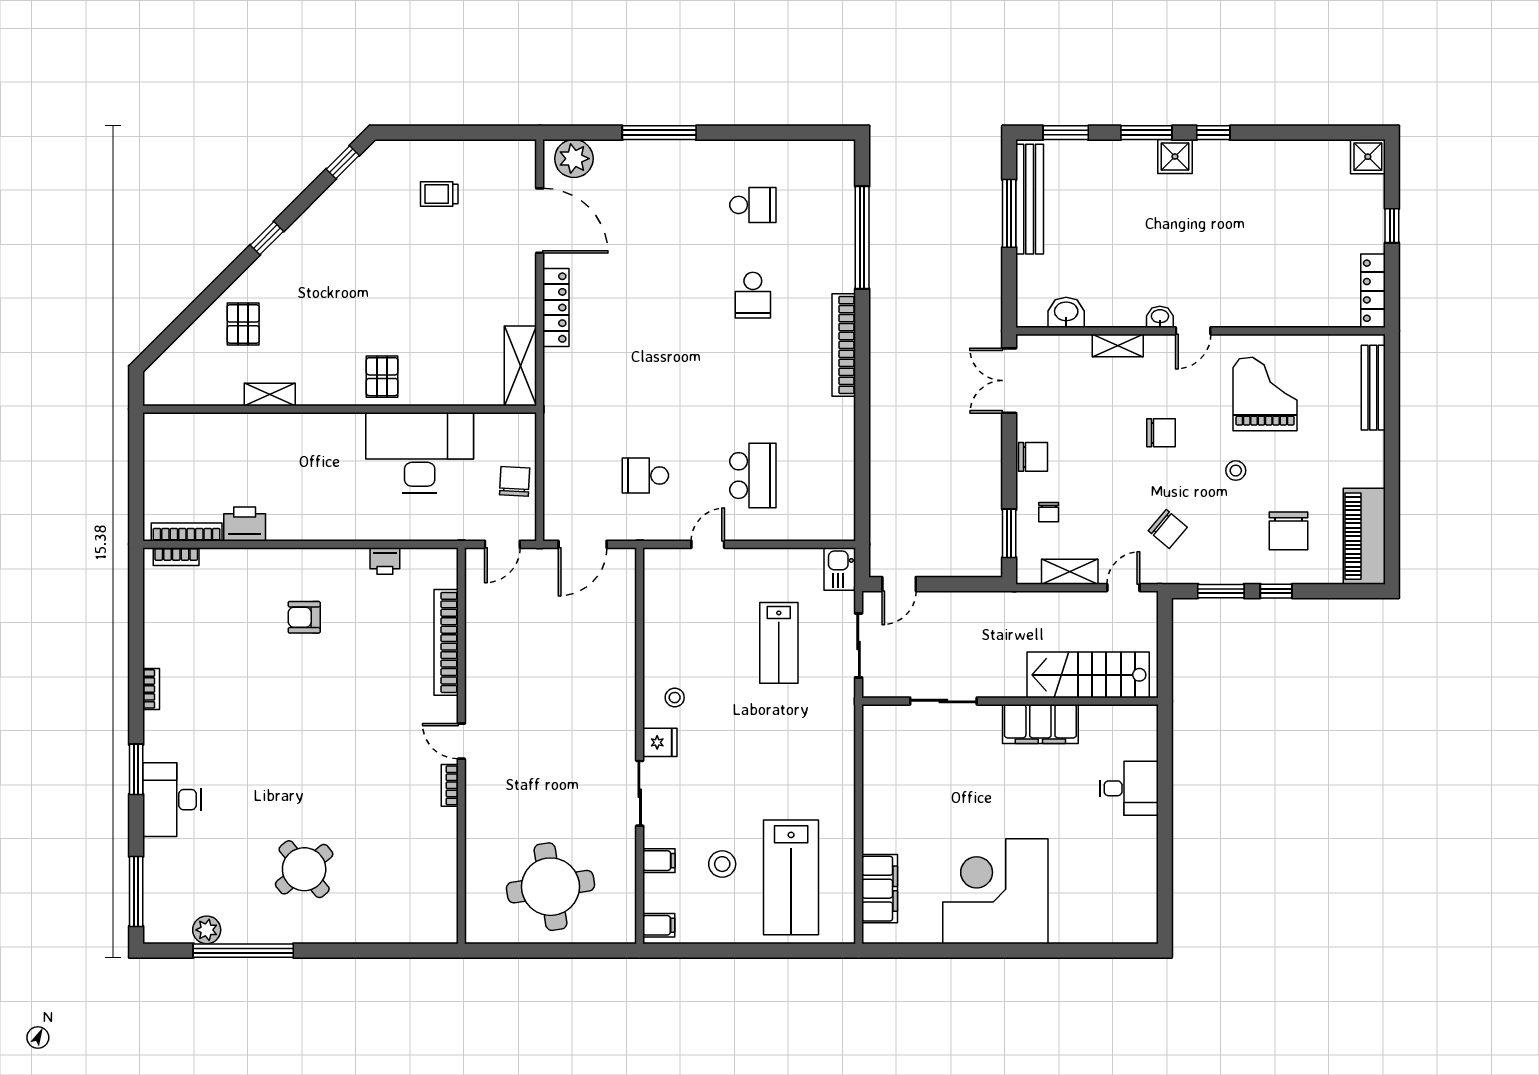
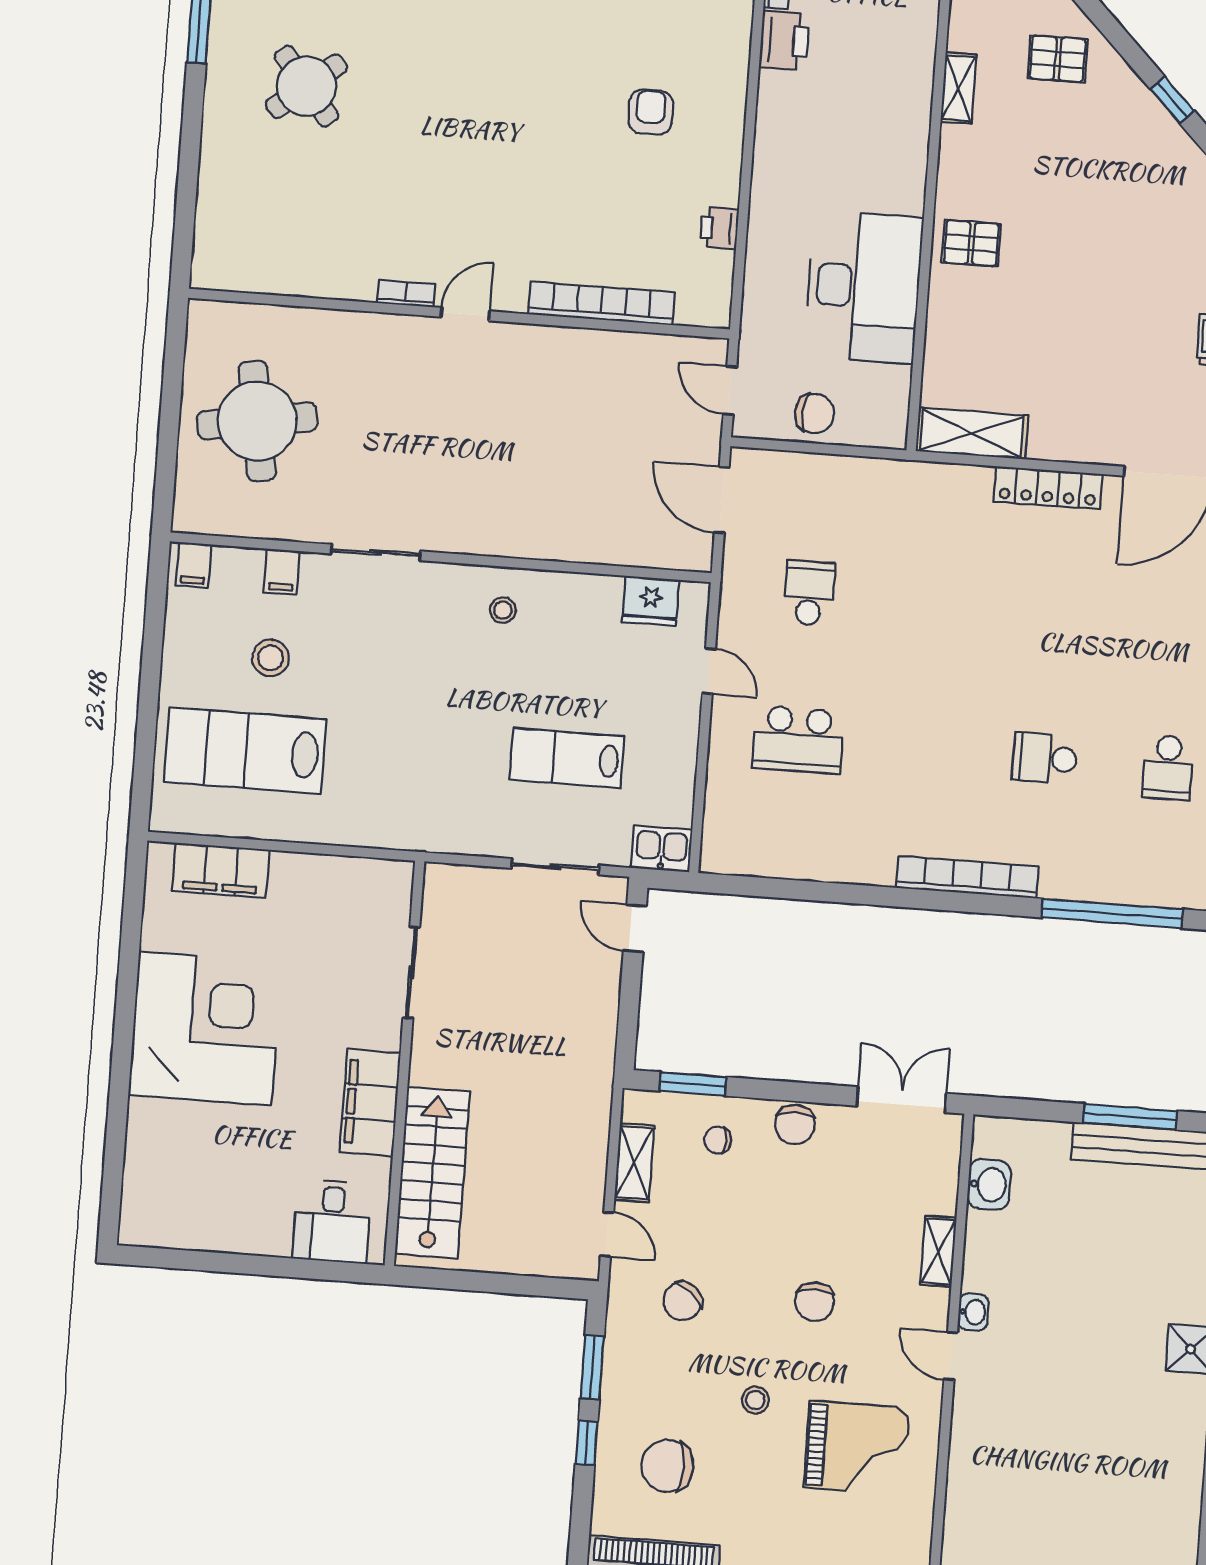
stairs: (1088, 675) -> (432, 1173), moved
sliding door: (943, 701) -> (411, 972), moved
wall: (1010, 701) -> (405, 1063), moved
filing cabinet: (1040, 724) -> (370, 1103), moved
fridge: (660, 742) -> (651, 601), moved, width x1.38

